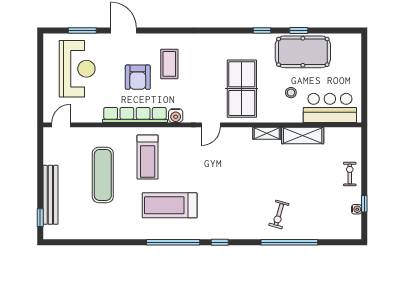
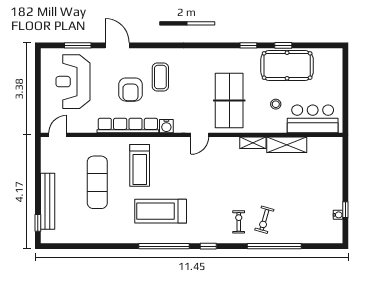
reception desk: (77, 69) -> (73, 82), turned 180
exercise bike: (350, 174) -> (239, 222), moved

